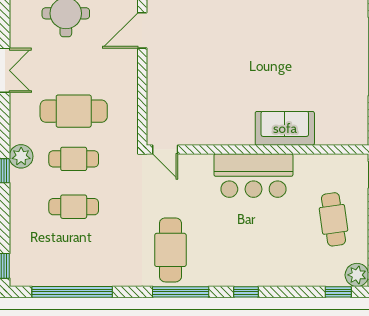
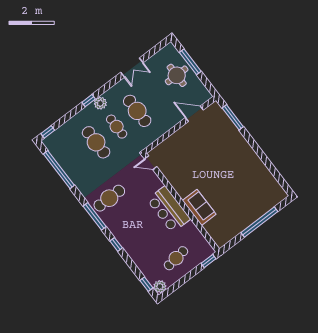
door: (165, 150) -> (151, 163), hinge flipped
cafe table: (74, 207) -> (96, 142), width x1.37, depth x1.35

